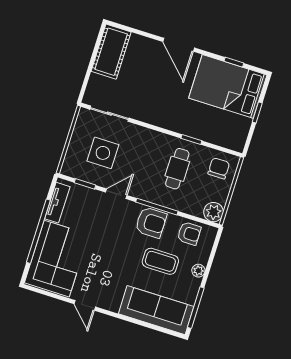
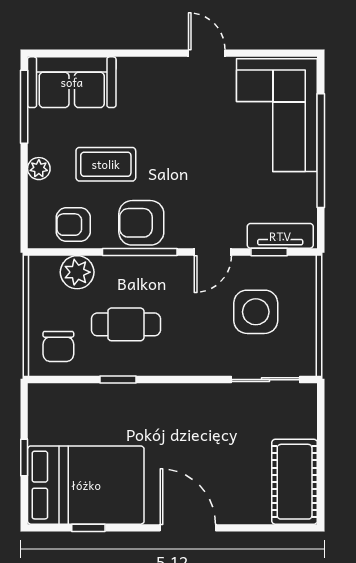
cafe table: (177, 169) -> (126, 324), turned 90
tv unit: (57, 203) -> (280, 236), moved, turned 90
plant: (214, 212) -> (77, 272), moved
sofa: (156, 310) -> (72, 82), width x0.73

